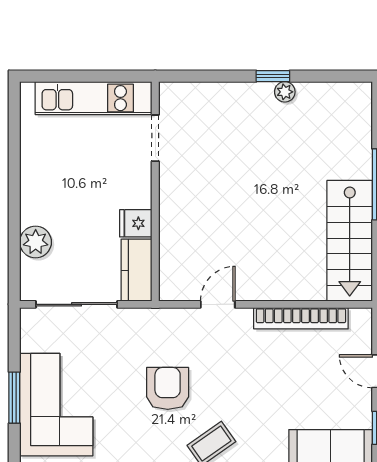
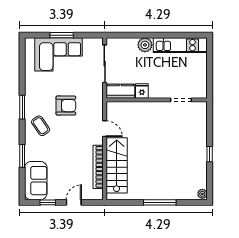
plant: (285, 92) -> (202, 194), moved
kitchen unit: (94, 98) -> (180, 45), moved, turned -90
stairs: (350, 241) -> (117, 165), moved, turned 90
plant: (36, 242) -> (145, 45), moved

